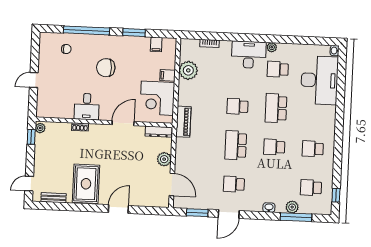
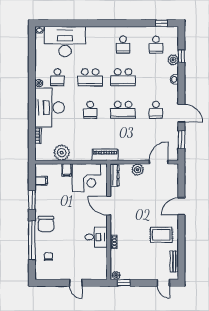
desk: (249, 55) -> (50, 108), width x1.36, depth x1.30
chair: (106, 68) -> (46, 224), moved
school desk: (274, 147) -> (123, 77), width x1.85
rug: (86, 184) -> (161, 235), width x0.73, depth x0.70
door: (118, 209) -> (181, 206), hinge flipped
window: (296, 217) -> (181, 56), width x0.46

